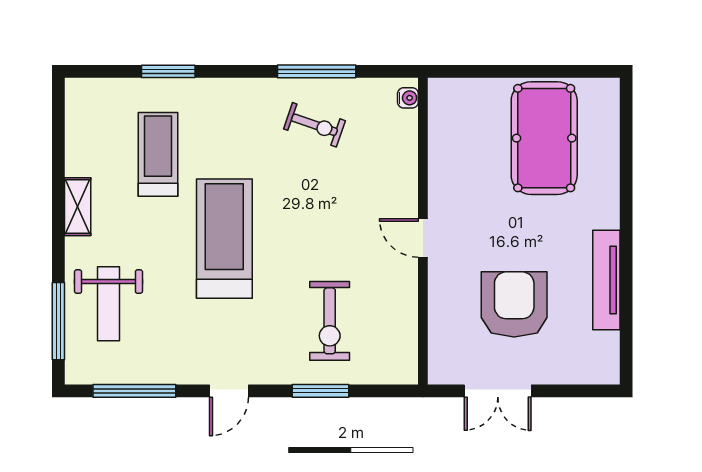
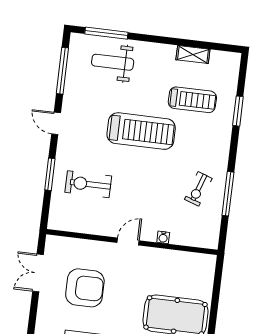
water cooler: (408, 98) -> (163, 237), moved
shelving: (78, 207) -> (193, 54), moved

